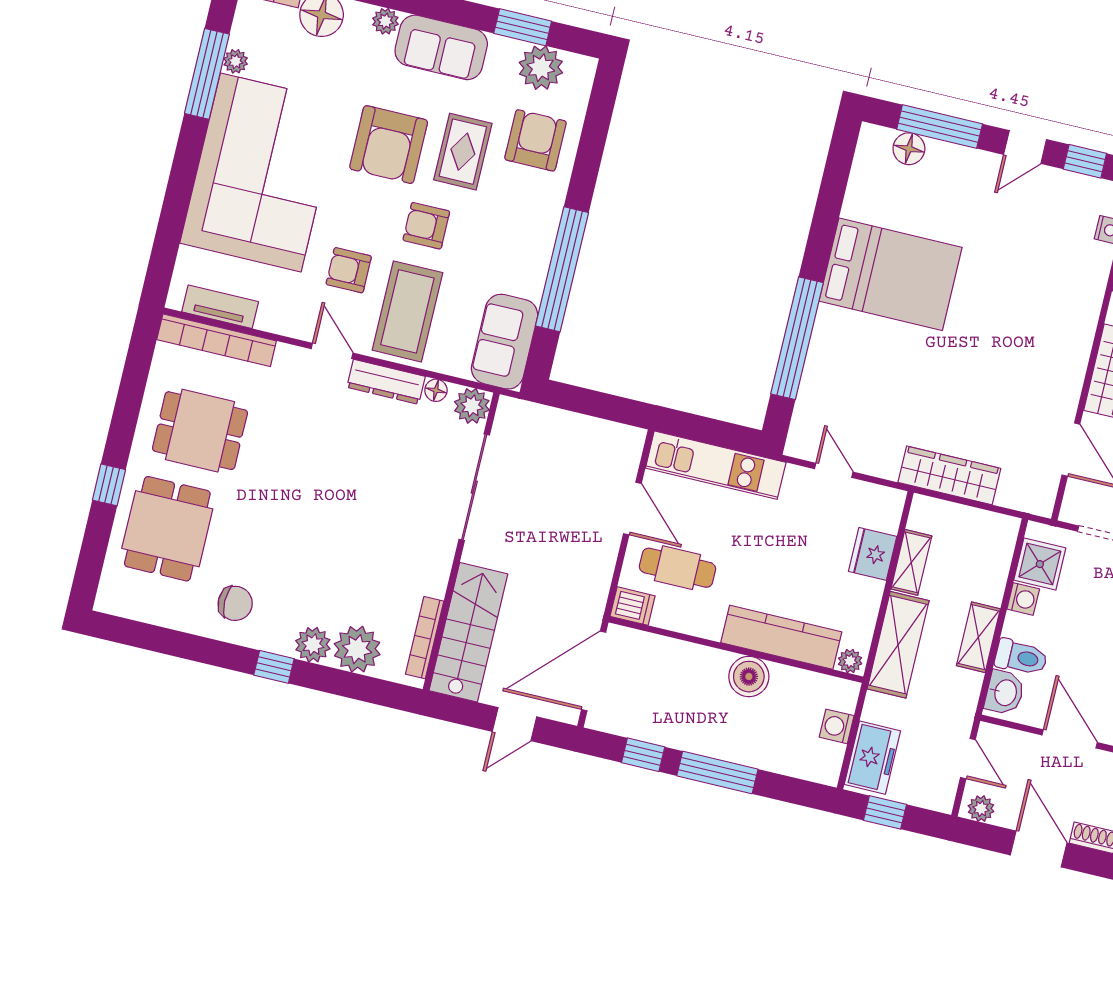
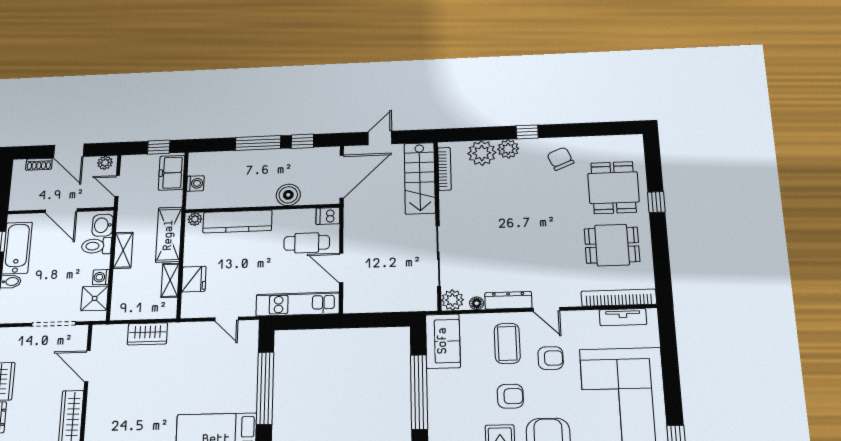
coffee table: (407, 311) -> (507, 343), width x0.73, depth x0.76
wardrobe: (949, 475) -> (147, 334), width x0.67
chair: (235, 603) -> (560, 159), turned 67
boiler: (749, 677) -> (288, 195), moved

